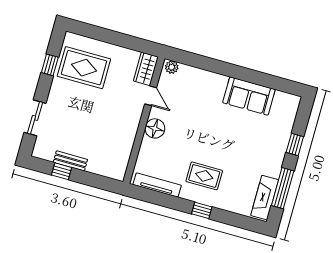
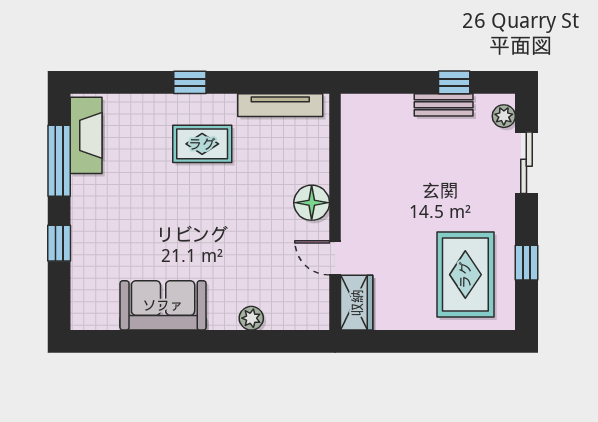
plant: (172, 67) -> (251, 318), moved
rug: (84, 68) -> (465, 275), turned 90
plant: (40, 146) -> (504, 116), added

